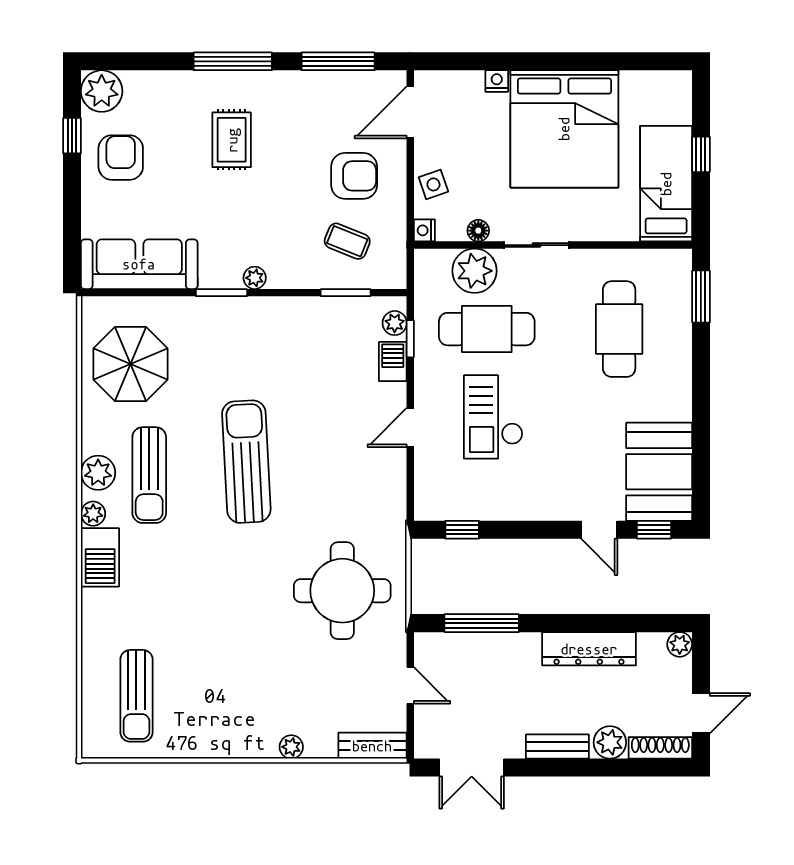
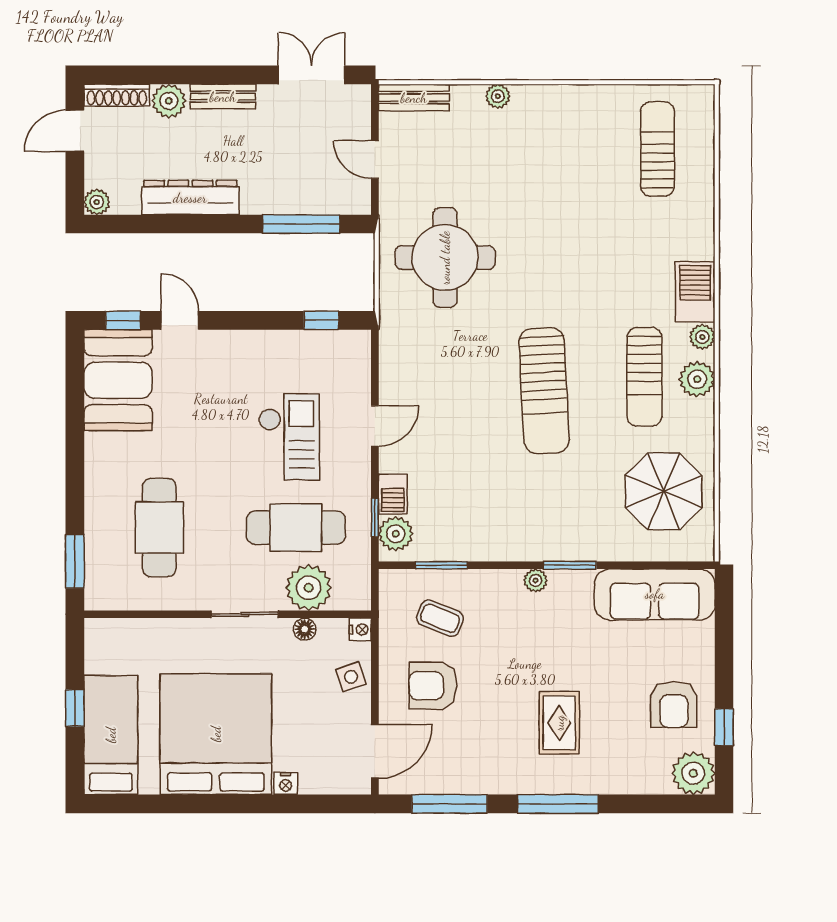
bed: (666, 184) -> (111, 735), moved, turned 180
plant: (395, 323) -> (396, 534), width x1.38, depth x1.38
sun lounger: (149, 475) -> (644, 377), turned 180

